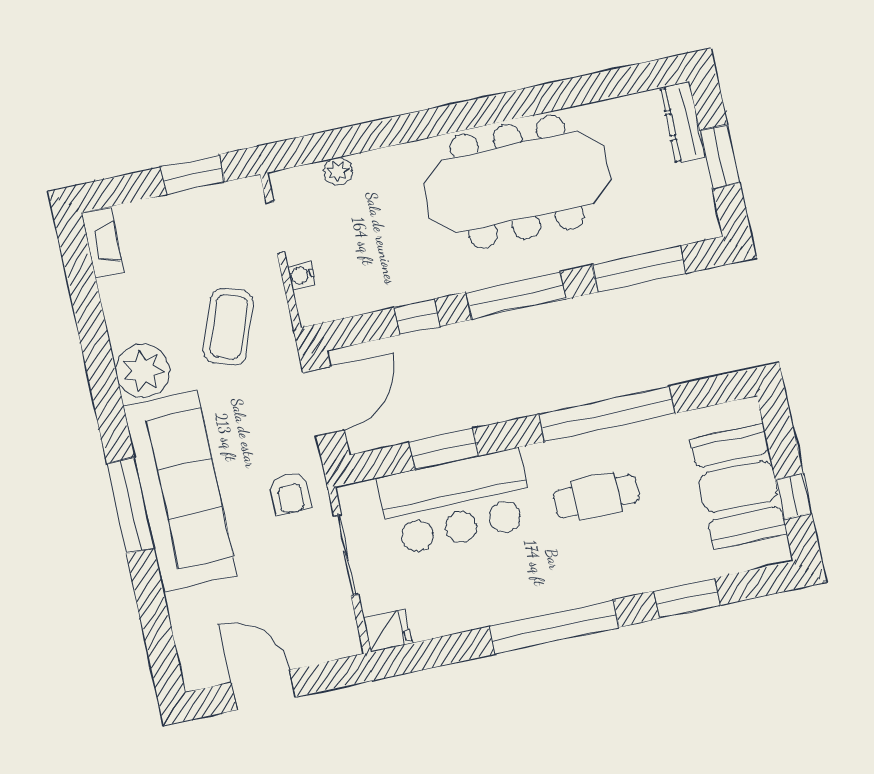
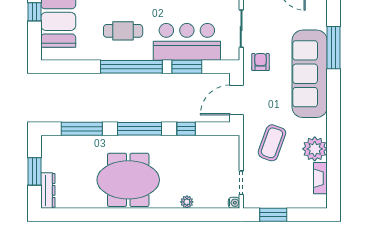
plant: (338, 171) -> (187, 202), moved
meeting table: (517, 182) -> (128, 180), width x0.73
fireplace: (103, 243) -> (320, 178), moved
water cooler: (302, 275) -> (234, 203), moved
plant: (143, 371) -> (315, 149), moved
window: (607, 414) -> (131, 67), moved
window: (130, 506) -> (333, 48), moved

